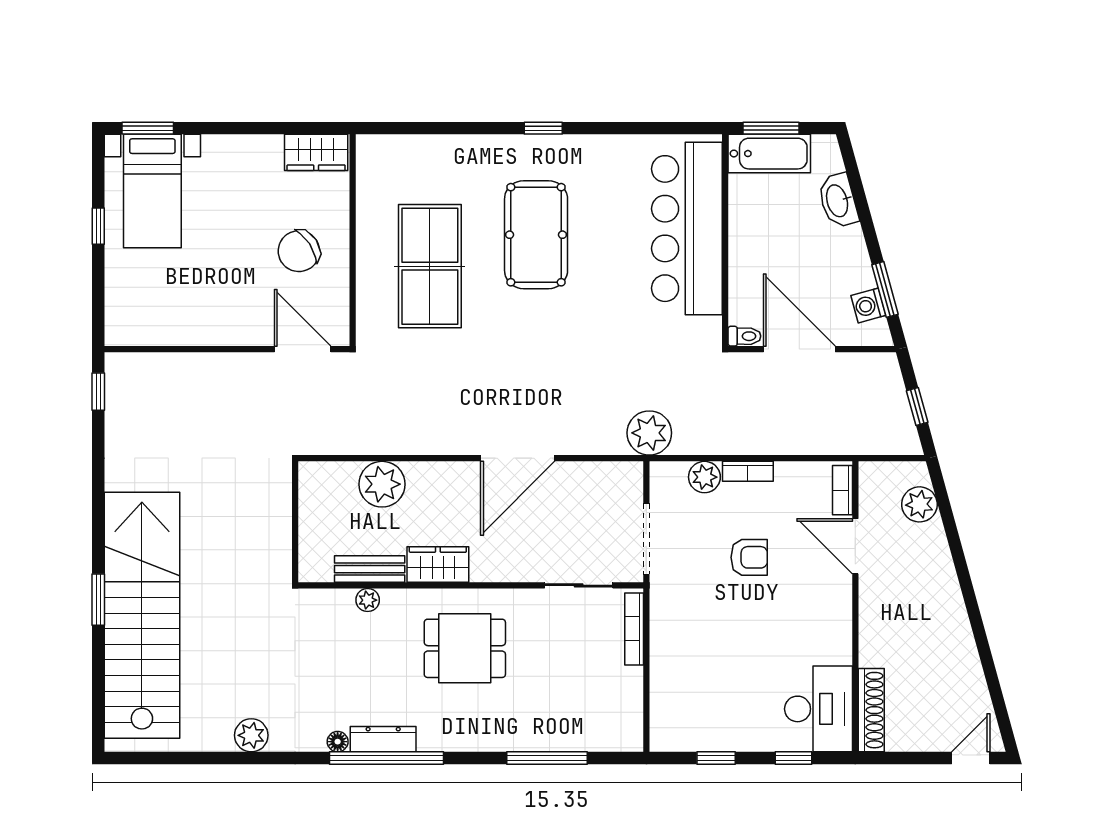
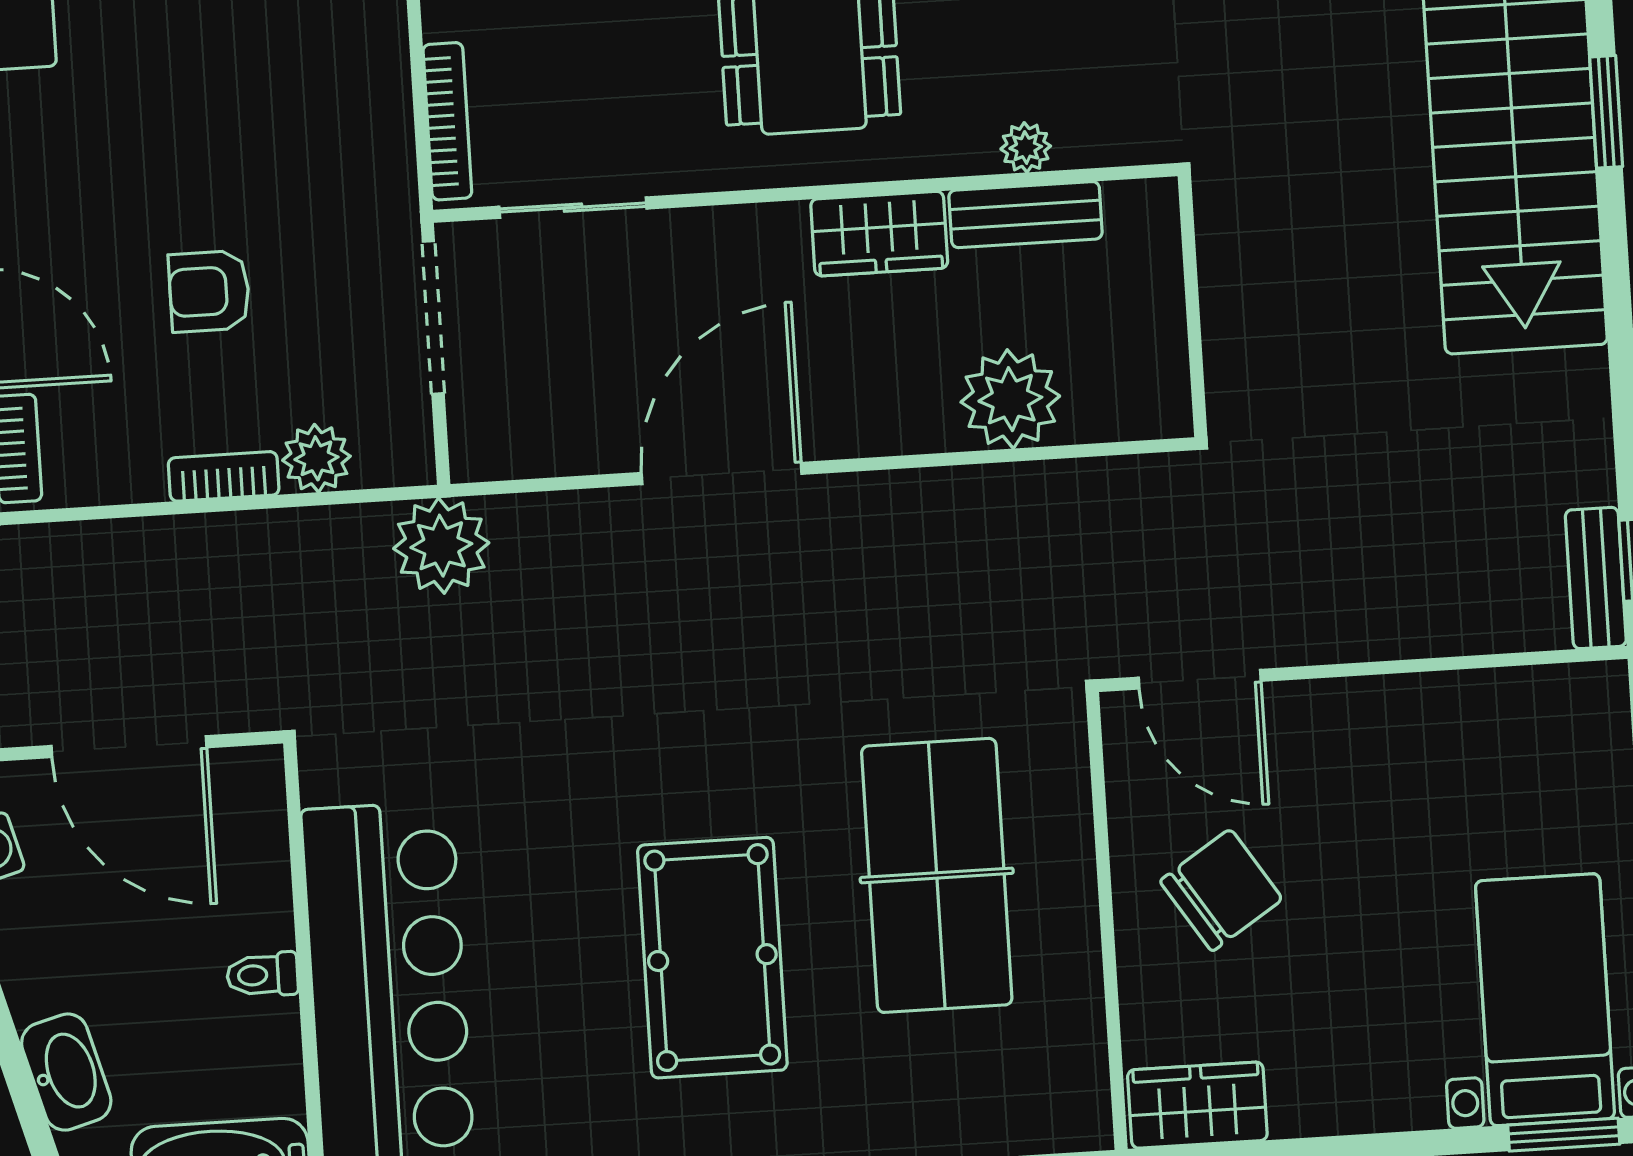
toilet: (744, 336) -> (262, 975), moved
bench: (117, 384) -> (1596, 578), added

